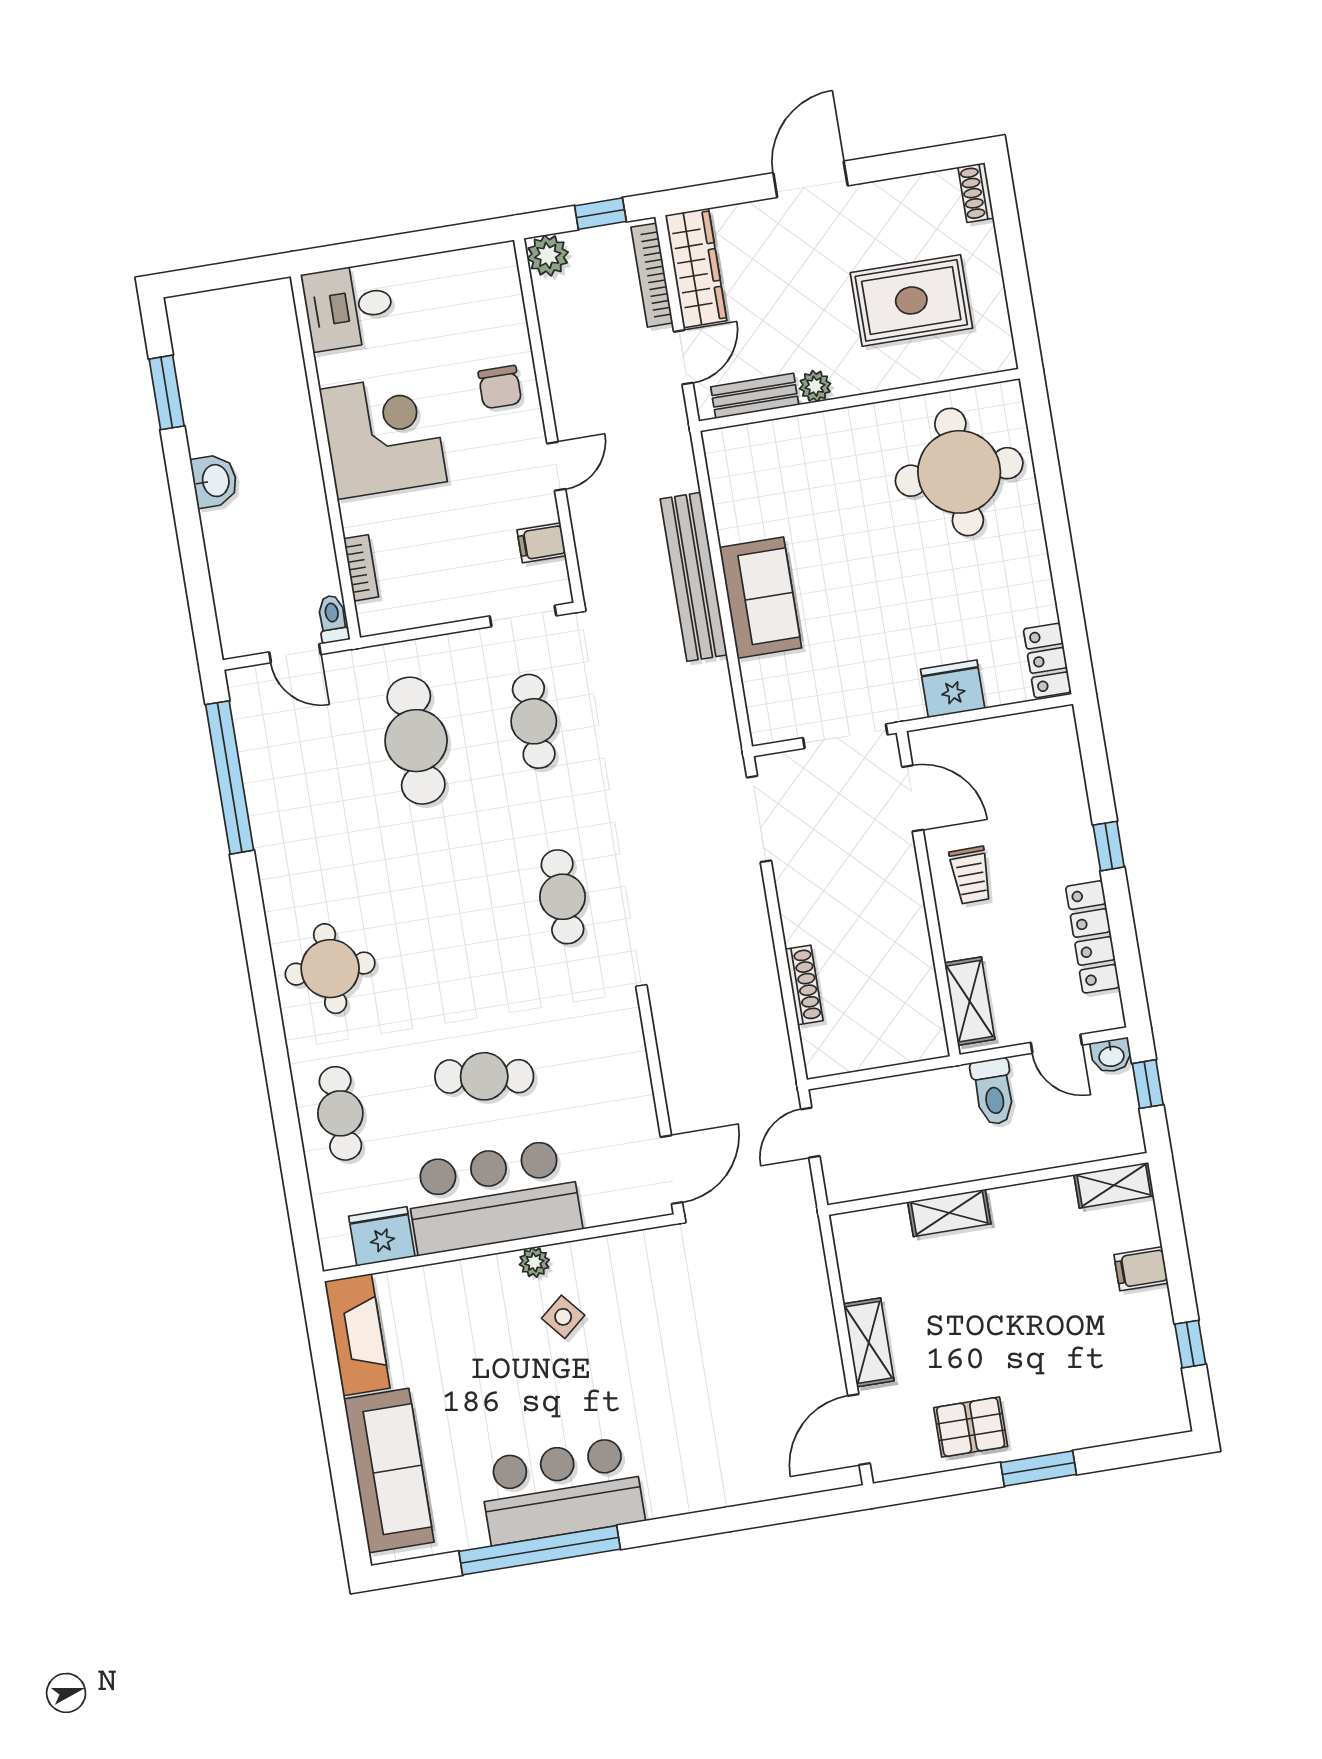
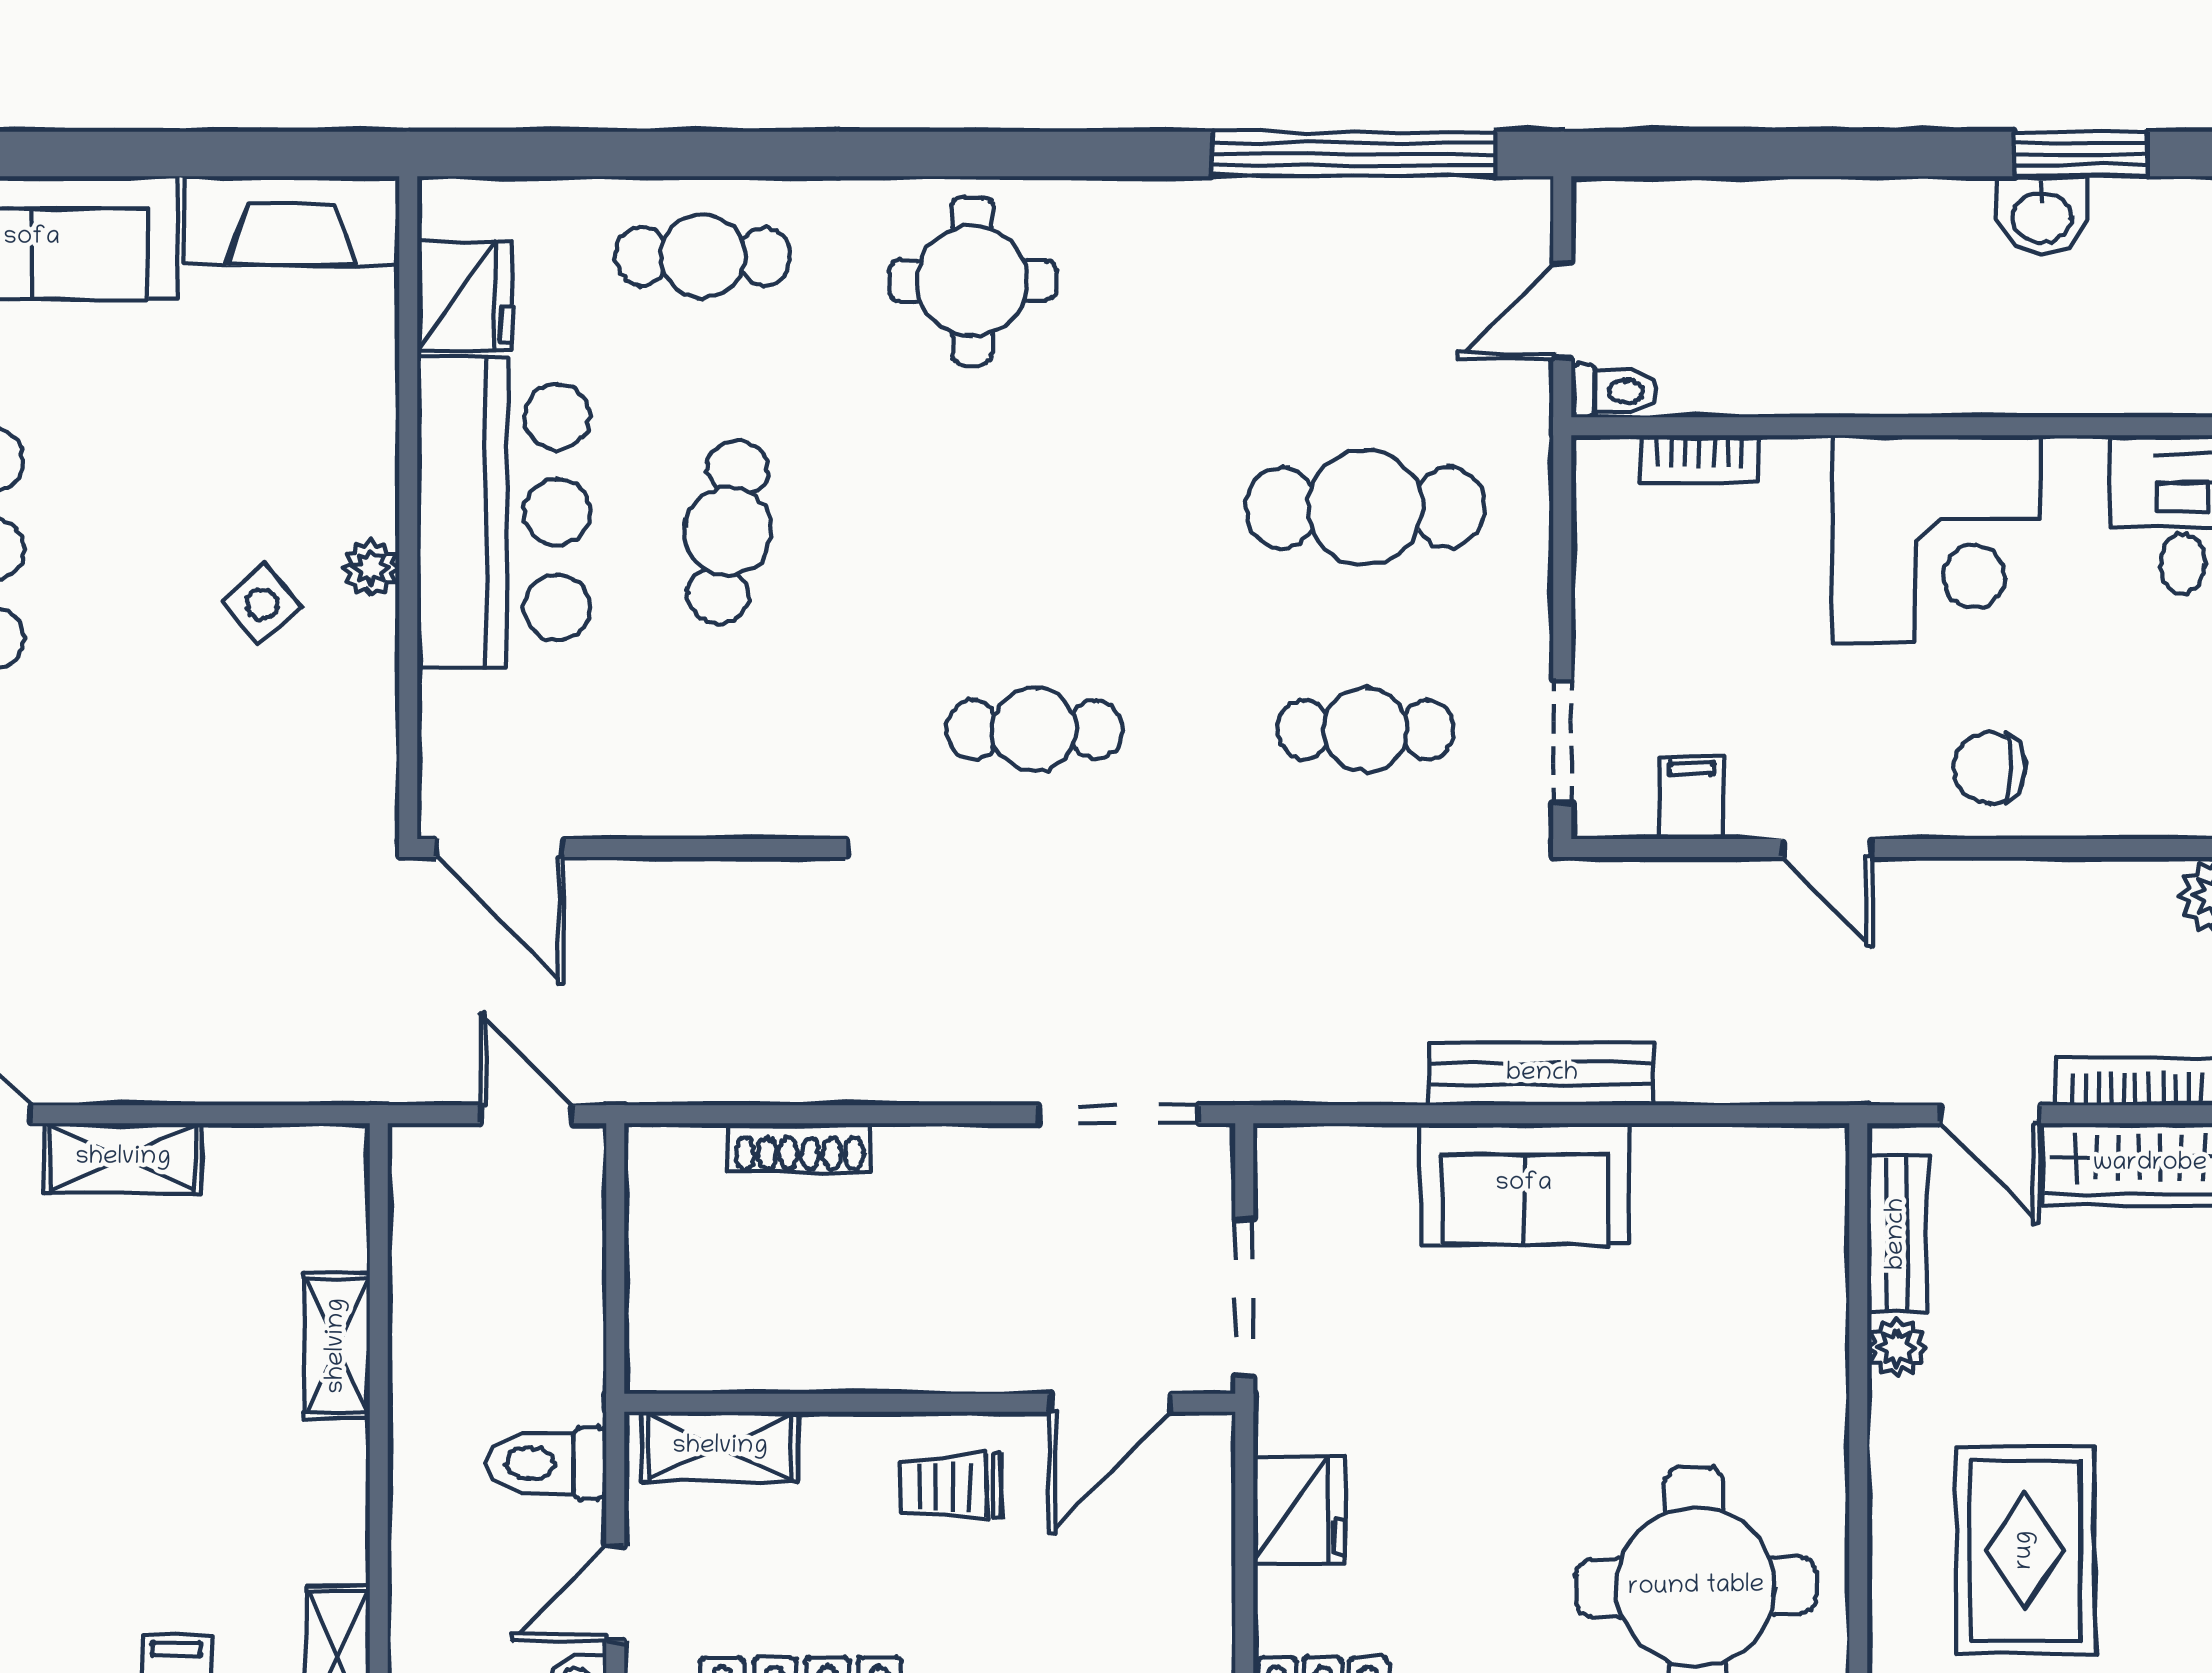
washbasin: (215, 481) -> (2042, 215), moved
bench: (694, 577) -> (1542, 1074), width x0.73, depth x0.82

